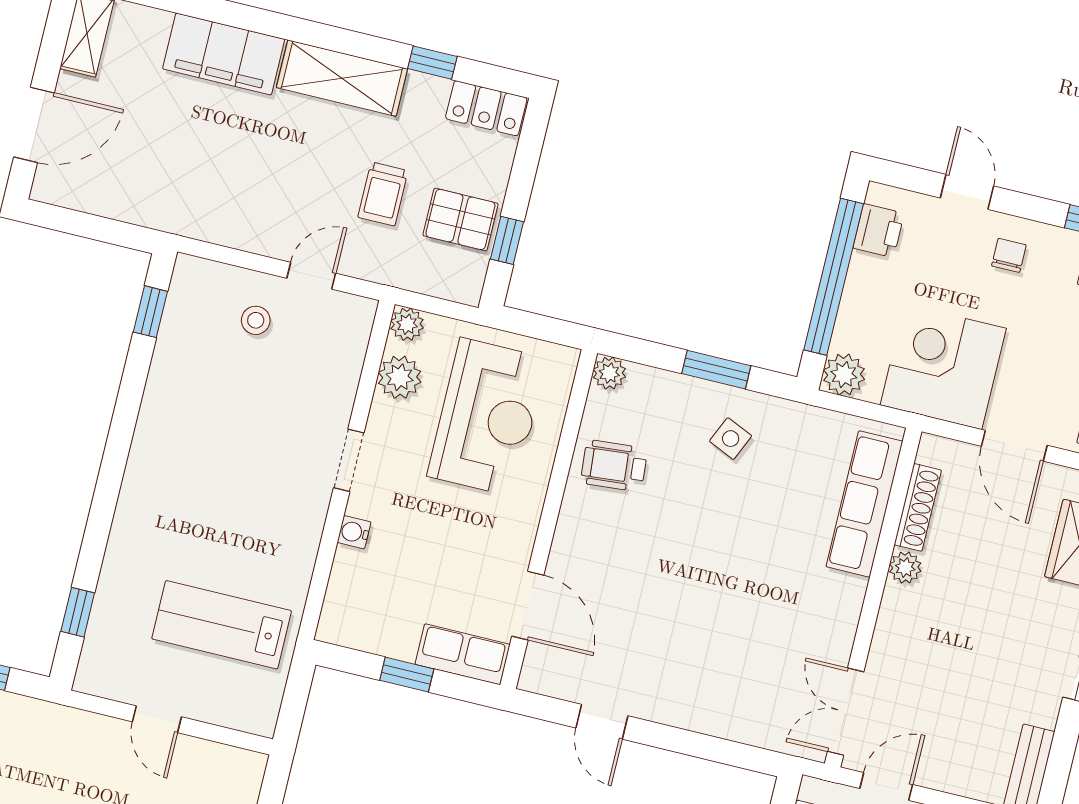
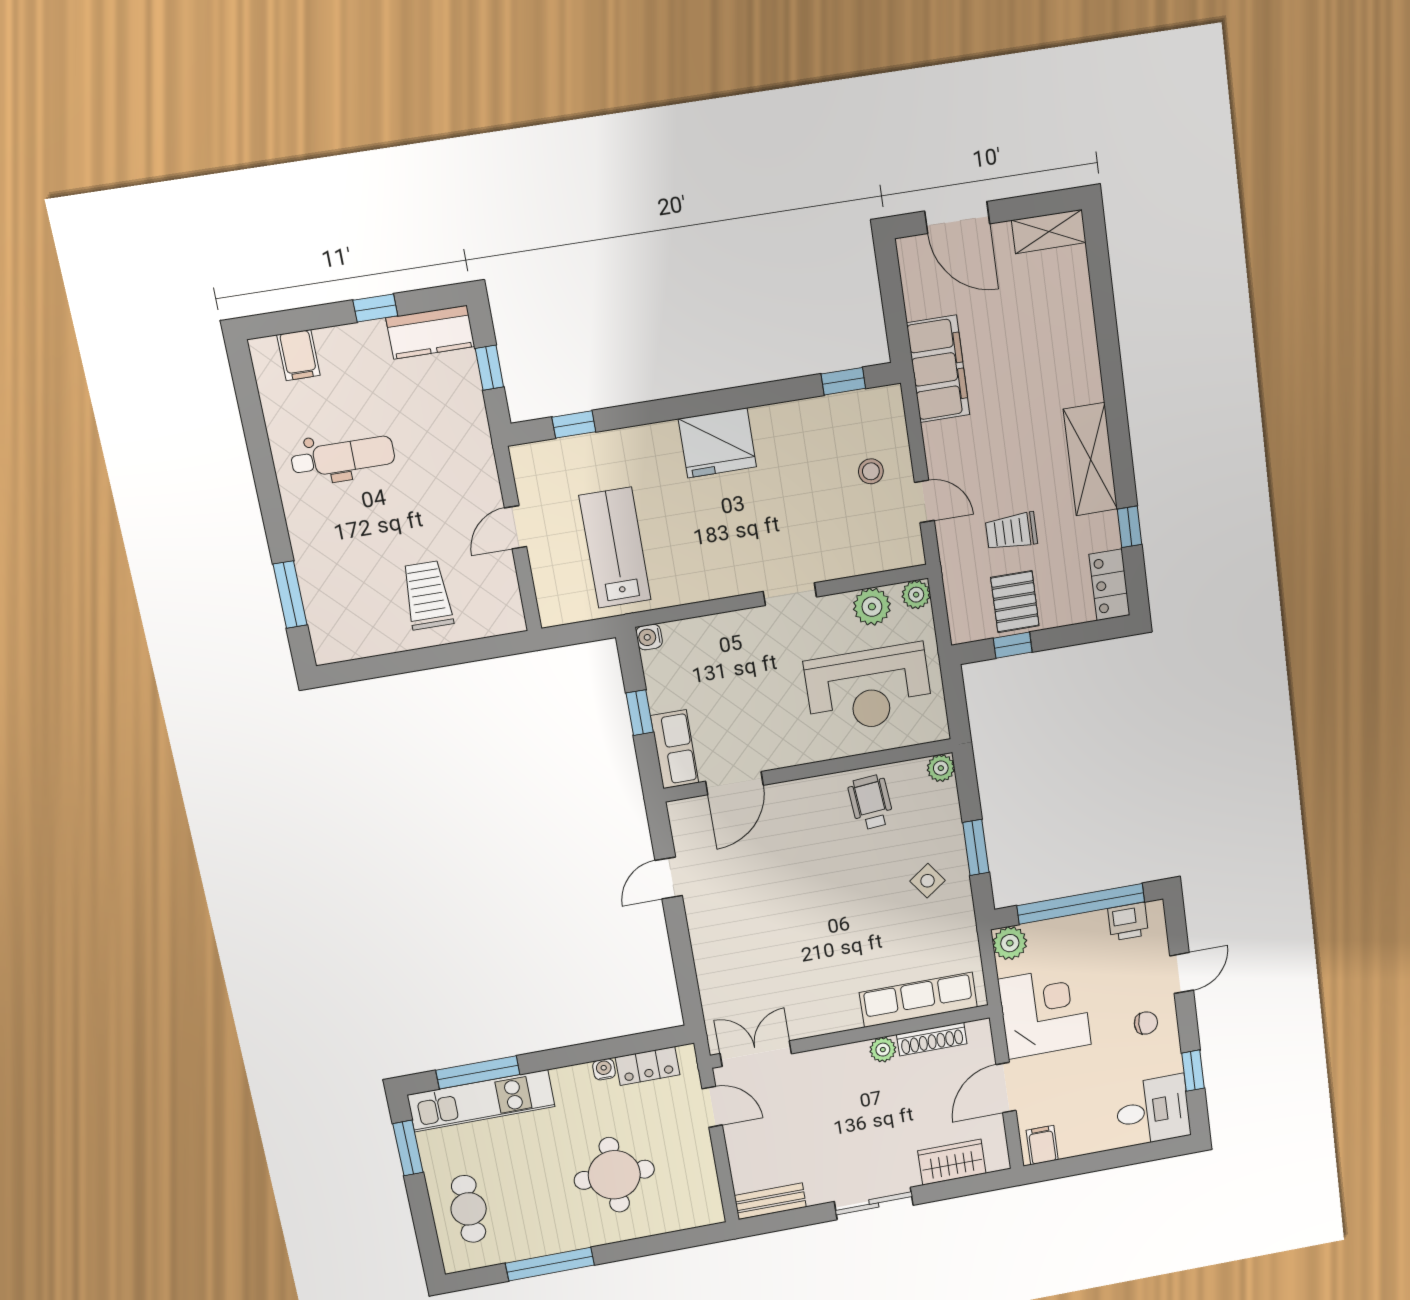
filing cabinet: (224, 54) -> (938, 369), moved, turned 180
side table: (731, 439) -> (927, 881), turned 30
fridge: (158, 471) -> (717, 443), added
water cooler: (354, 532) -> (649, 637), moved, turned -90

